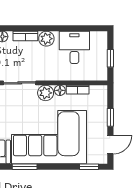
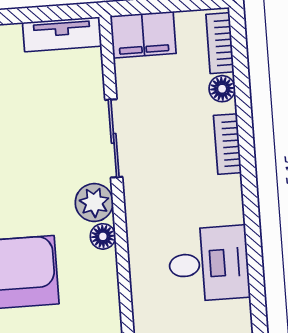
plant: (46, 39) -> (225, 195), removed
bookcase: (78, 90) -> (108, 279), removed

